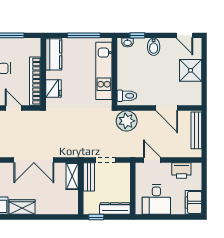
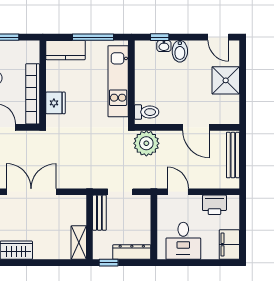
washbasin: (128, 43) -> (164, 46), moved
kitchen counter: (54, 54) -> (66, 50), moved, turned 90
double door: (34, 160) -> (31, 192), swing flipped
shelving: (72, 176) -> (79, 243), moved

